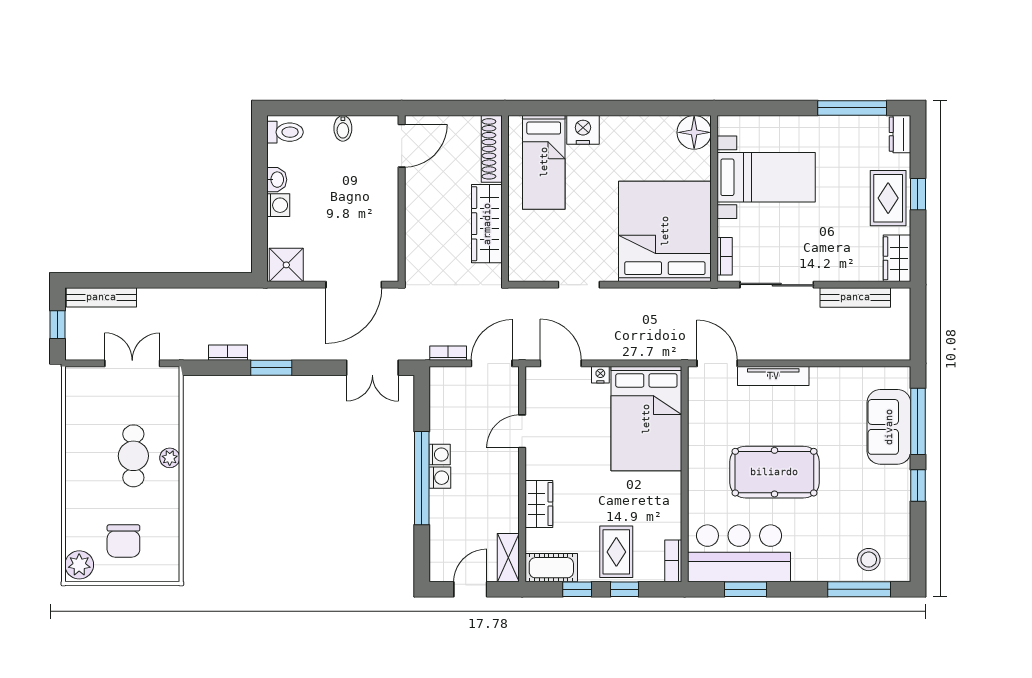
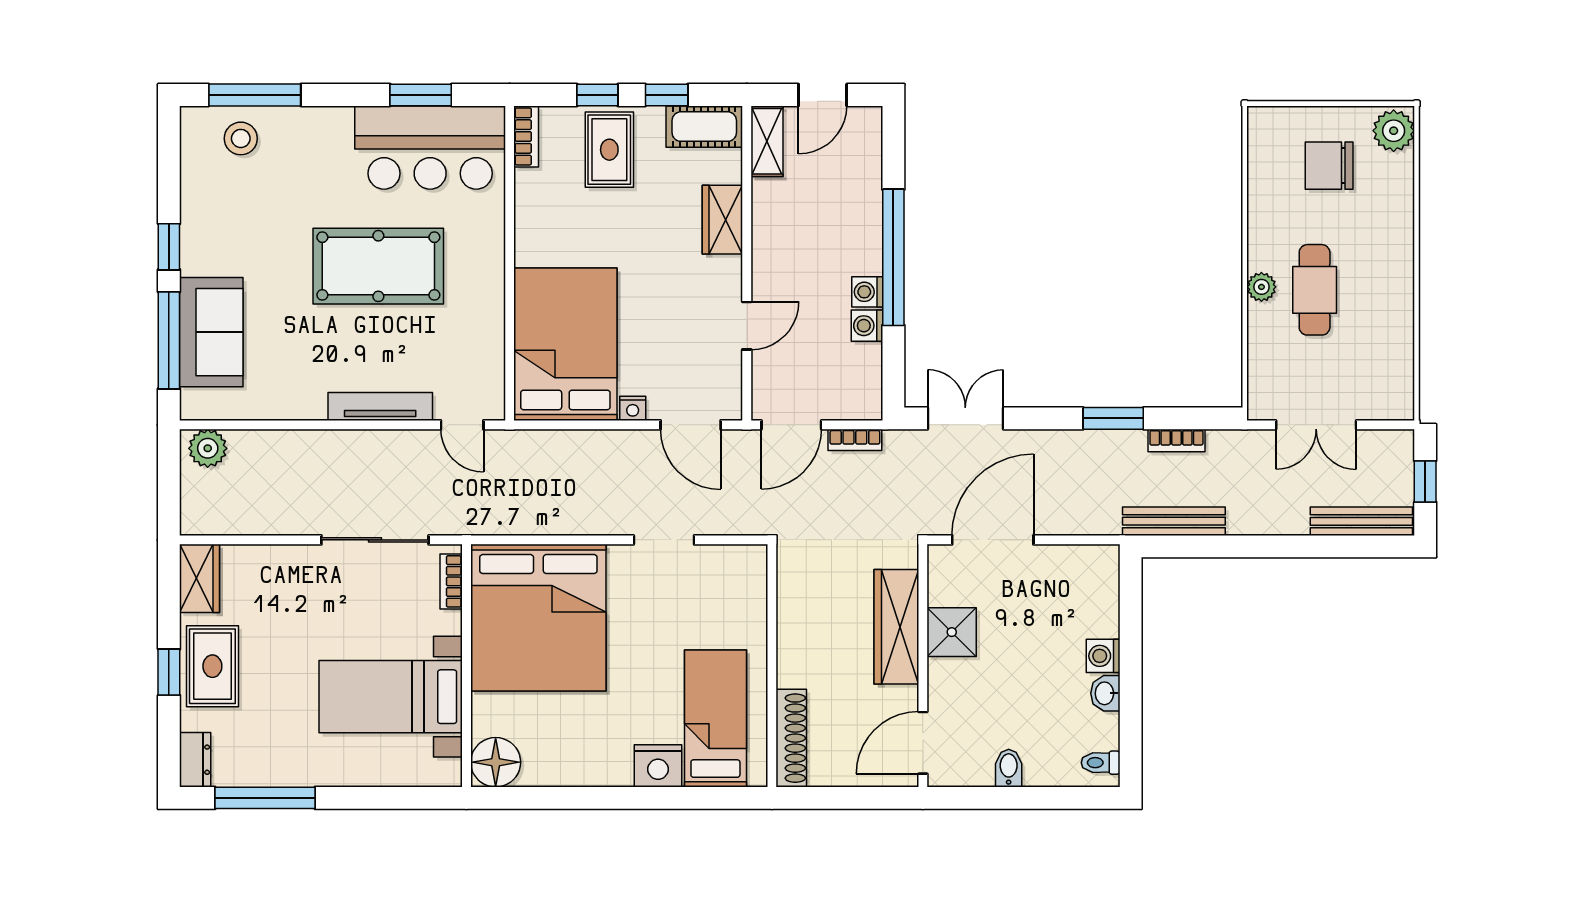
toilet: (285, 132) -> (1101, 763), width x0.73, depth x0.72
wardrobe: (487, 224) -> (896, 627), moved, turned 180
shower: (286, 265) -> (952, 632), moved
bench: (855, 297) -> (1174, 521), moved
plant: (891, 347) -> (208, 448), added
door: (717, 363) -> (462, 425), width x0.73
washing machine: (440, 478) -> (867, 326), moved
chair: (123, 541) -> (1329, 166), turned -90

